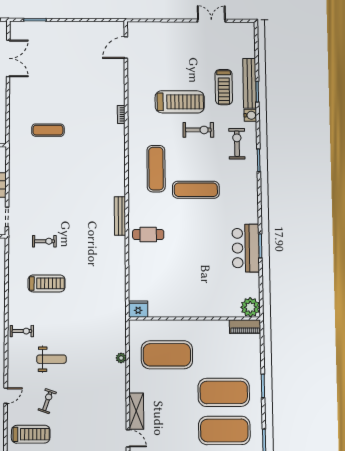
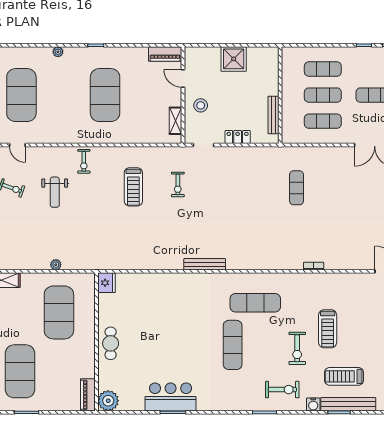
treadmill: (180, 102) -> (328, 329), width x0.73, depth x0.73
cafe table: (148, 234) -> (111, 343), moved

